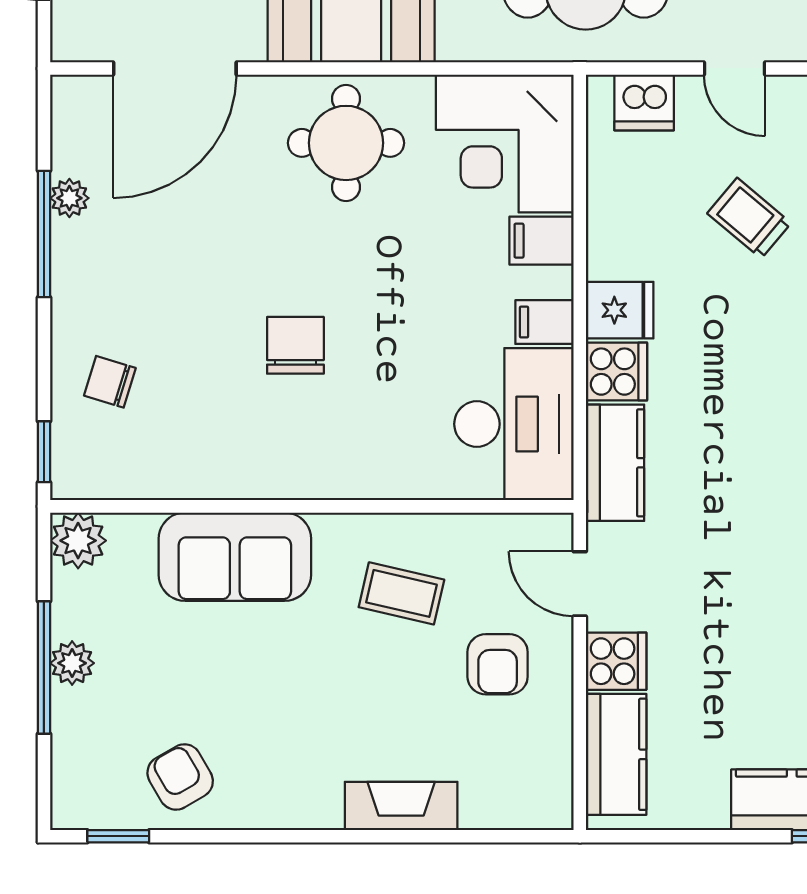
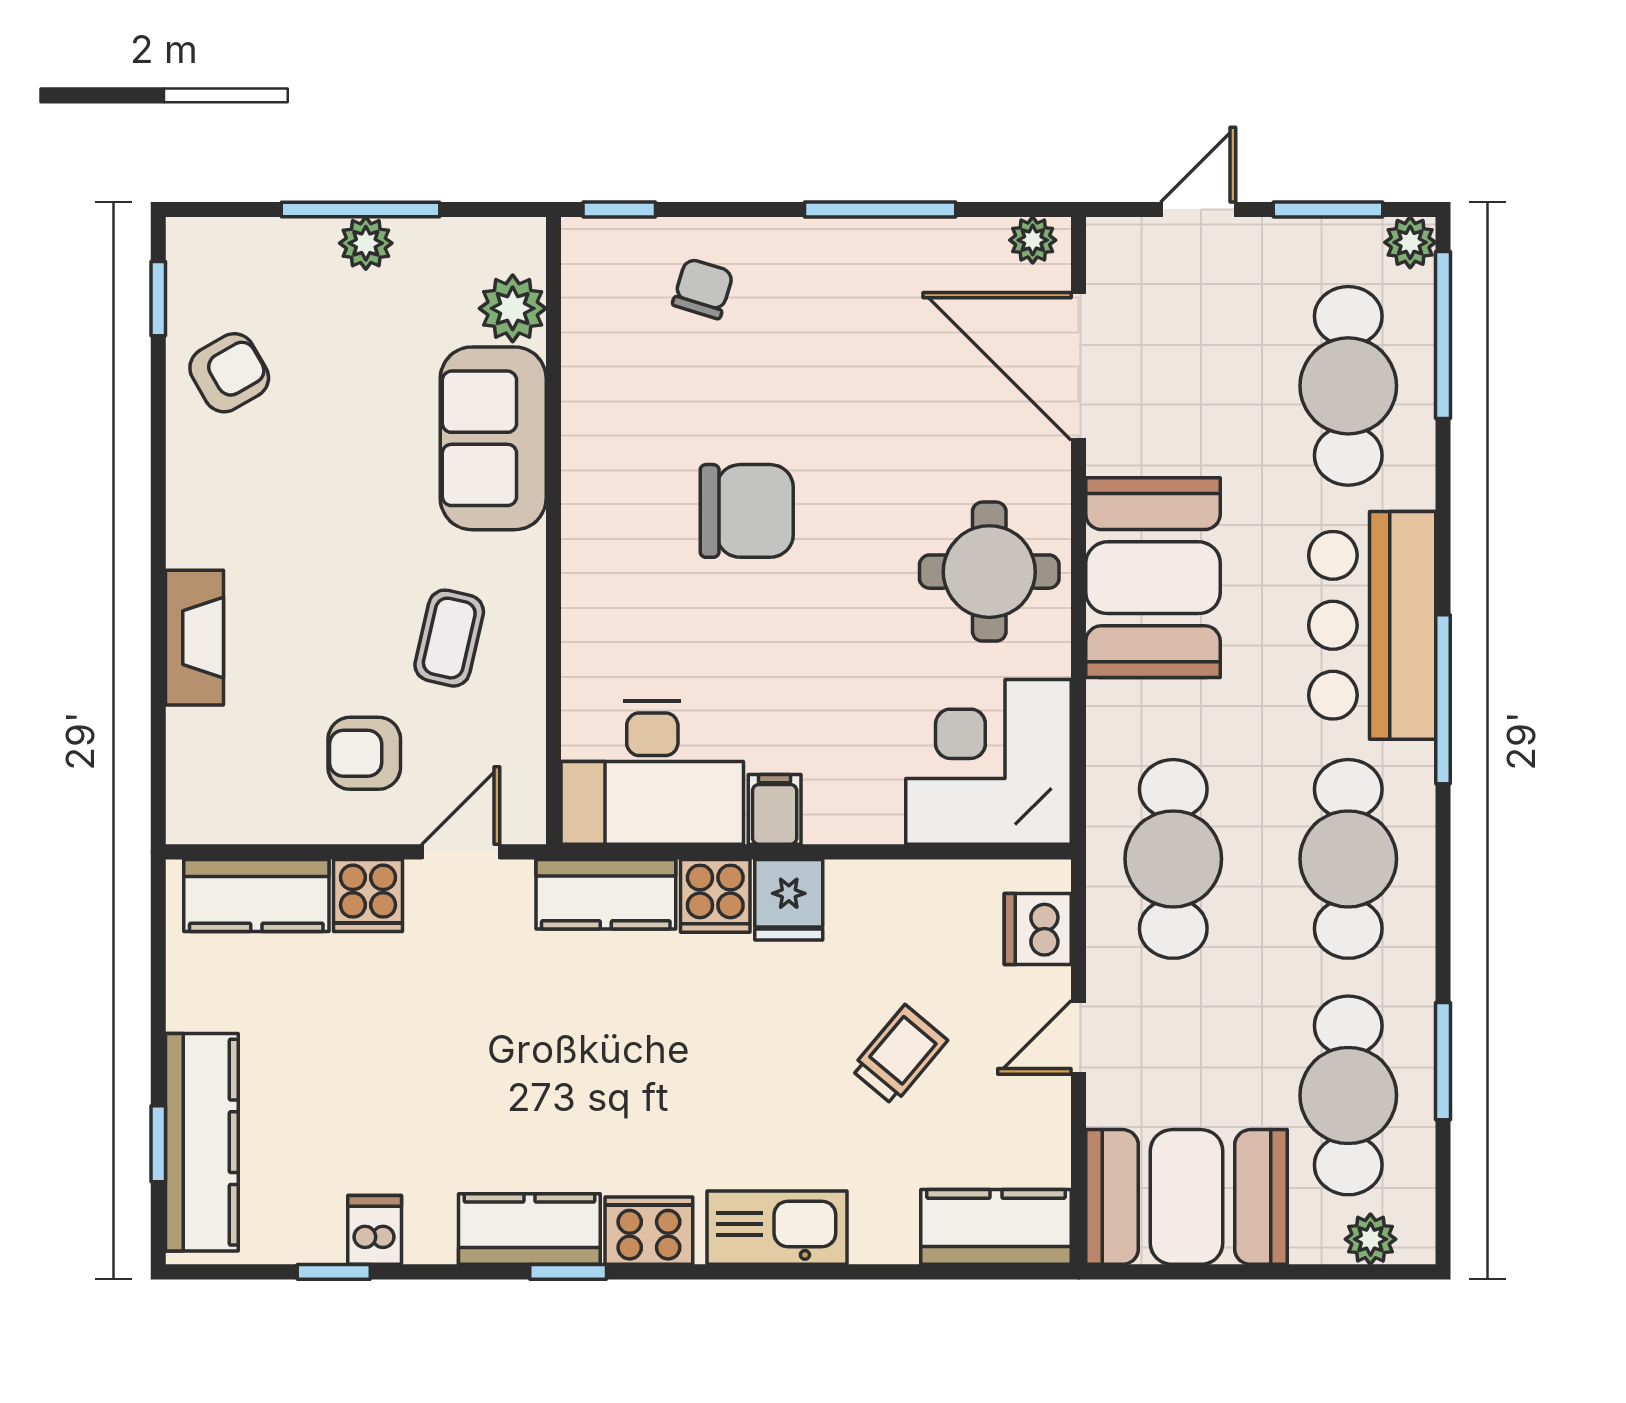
plant: (69, 198) -> (1033, 240), moved
filing cabinet: (542, 241) -> (872, 806), removed
chair: (295, 345) -> (747, 511), width x1.37, depth x1.37
plant: (78, 541) -> (513, 308), moved

